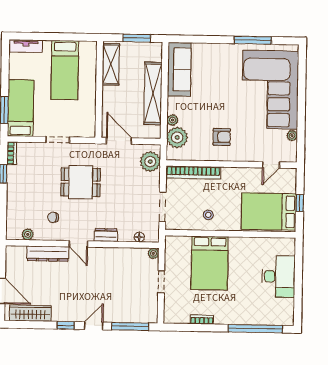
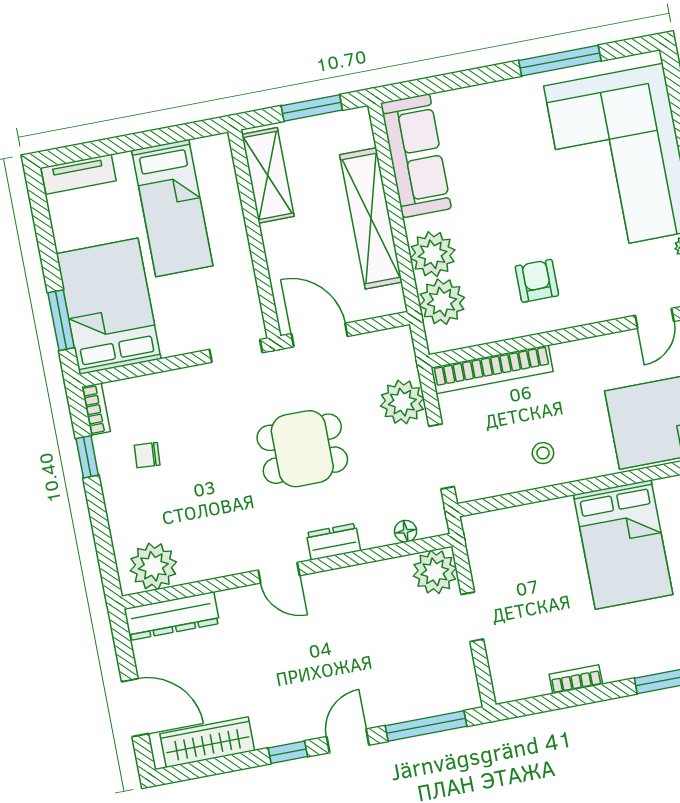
bed: (21, 108) -> (109, 306), width x1.50
plant: (172, 120) -> (433, 254), width x1.87, depth x1.87
armchair: (222, 137) -> (537, 281), turned -90
doorway: (58, 140) -> (236, 351), moved
plant: (150, 162) -> (402, 402), moved
dining table: (81, 182) -> (302, 449), moved
chair: (53, 217) -> (147, 455), moved
plant: (28, 234) -> (153, 566), width x1.88, depth x1.88
plant: (153, 253) -> (435, 572), width x1.87, depth x1.87
dresser: (48, 254) -> (172, 616), moved
bed: (210, 263) -> (623, 545), moved

